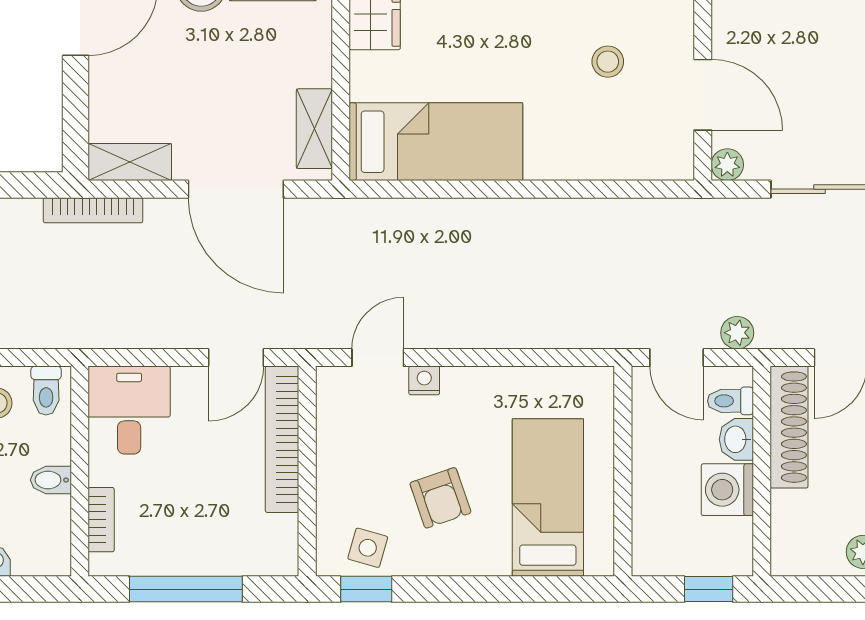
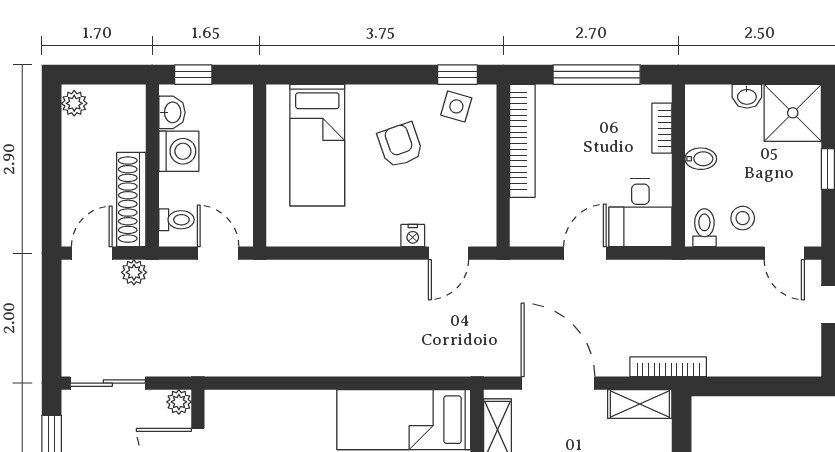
plant: (737, 333) -> (134, 272), moved
door: (236, 358) -> (585, 253), moved
bookcase: (282, 439) -> (522, 141), moved
washbasin: (736, 439) -> (172, 112), moved

